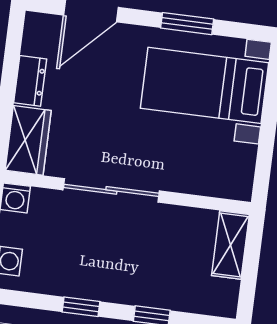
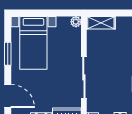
plant: (240, 188) -> (76, 22), added

